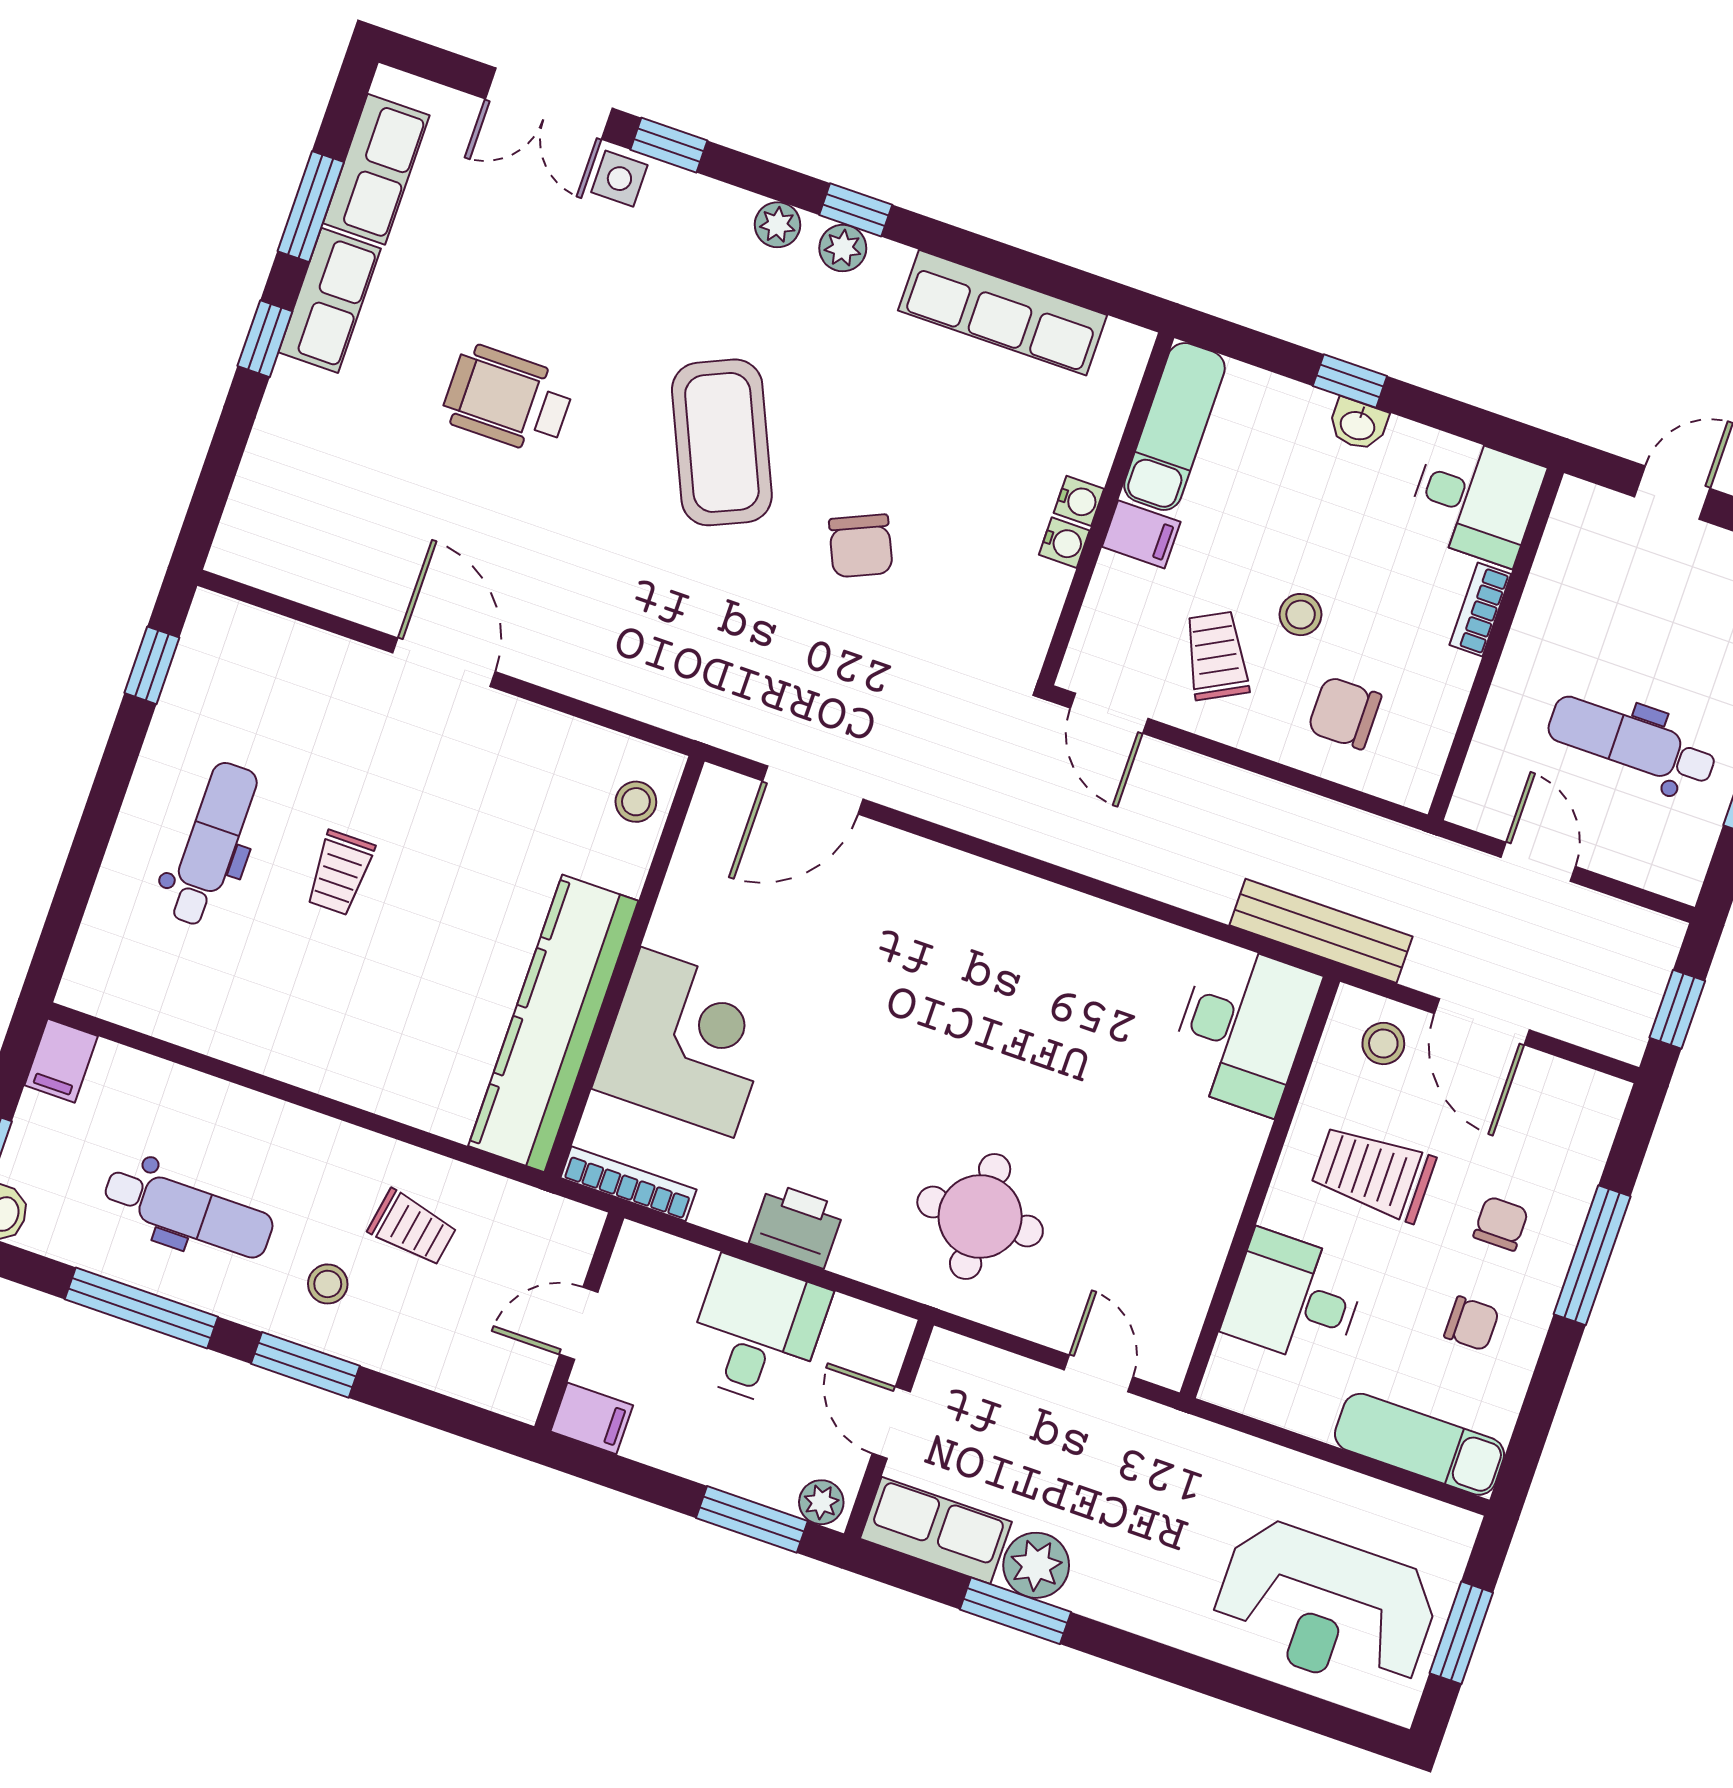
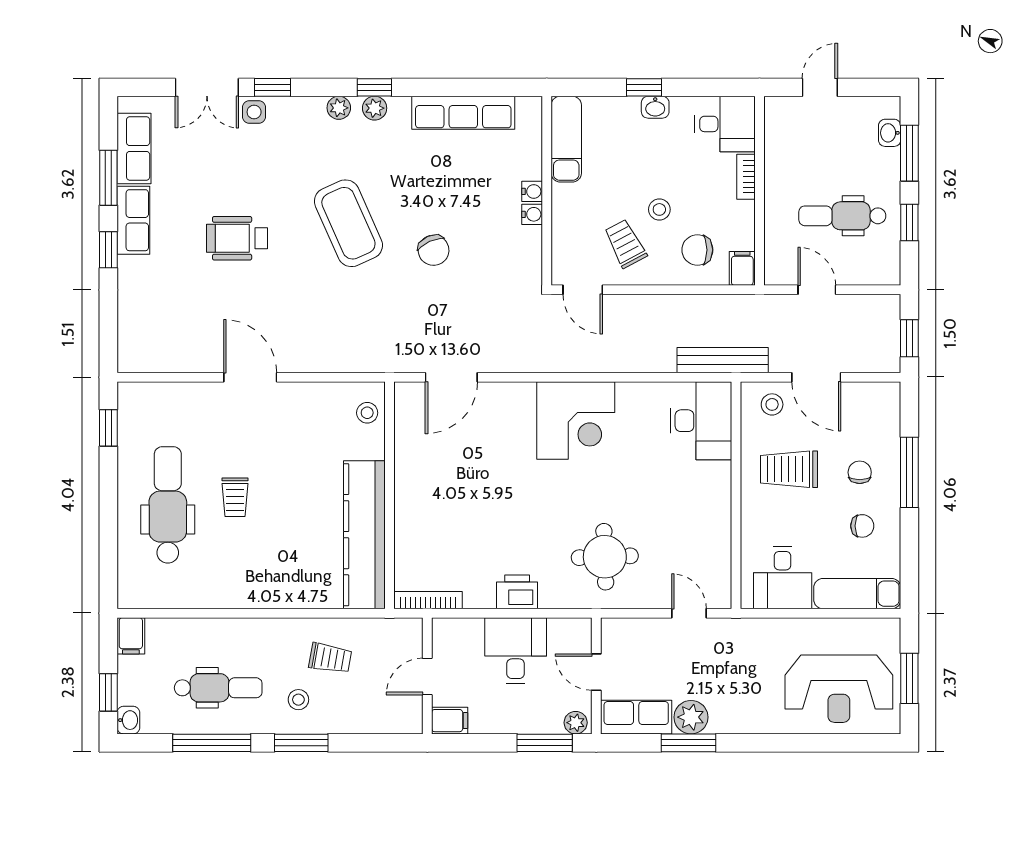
filing cabinet: (1141, 534) -> (742, 268), moved, turned -90
dental chair: (212, 844) -> (168, 505), width x1.36, depth x1.38
corner desk: (687, 1042) -> (576, 420), moved, turned 90
desk: (1294, 1298) -> (783, 578), moved, turned -90

